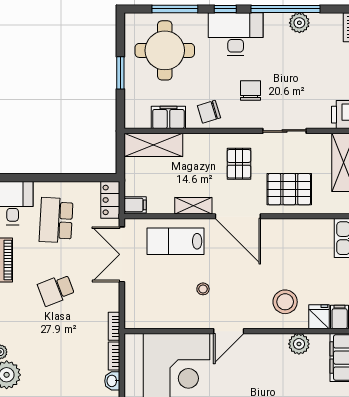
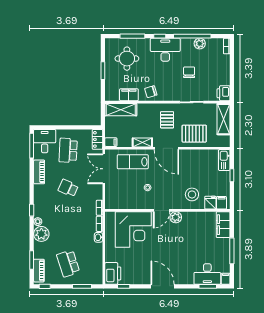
round table: (165, 50) -> (127, 59), width x0.73, depth x0.73
chair: (251, 90) -> (189, 72), moved
school desk: (56, 290) -> (68, 188), turned 45
plant: (299, 344) -> (176, 217), moved

